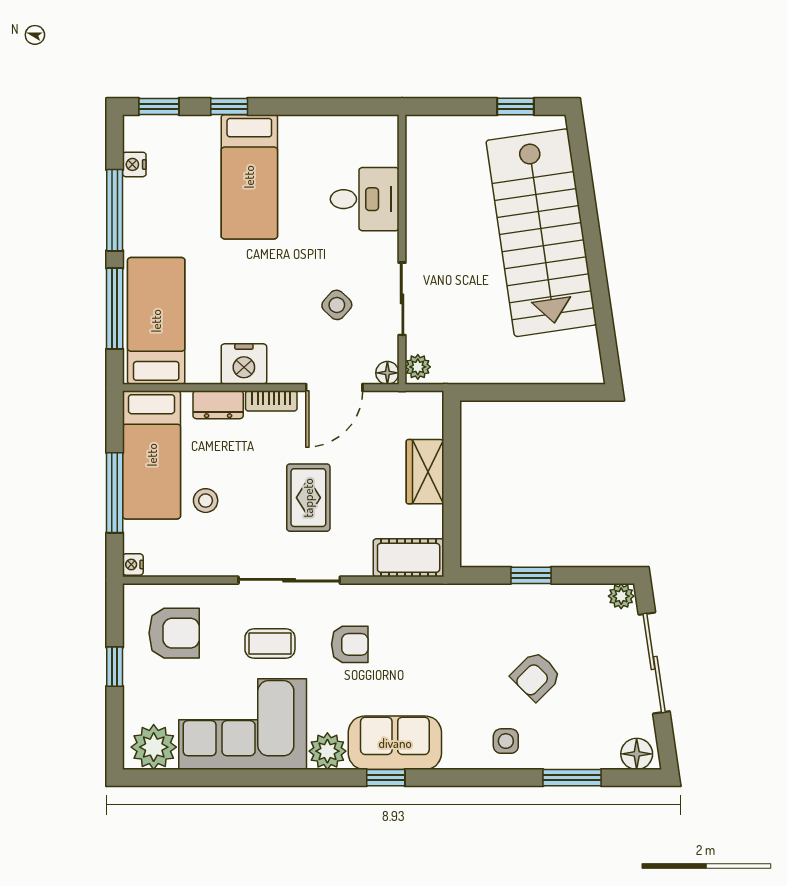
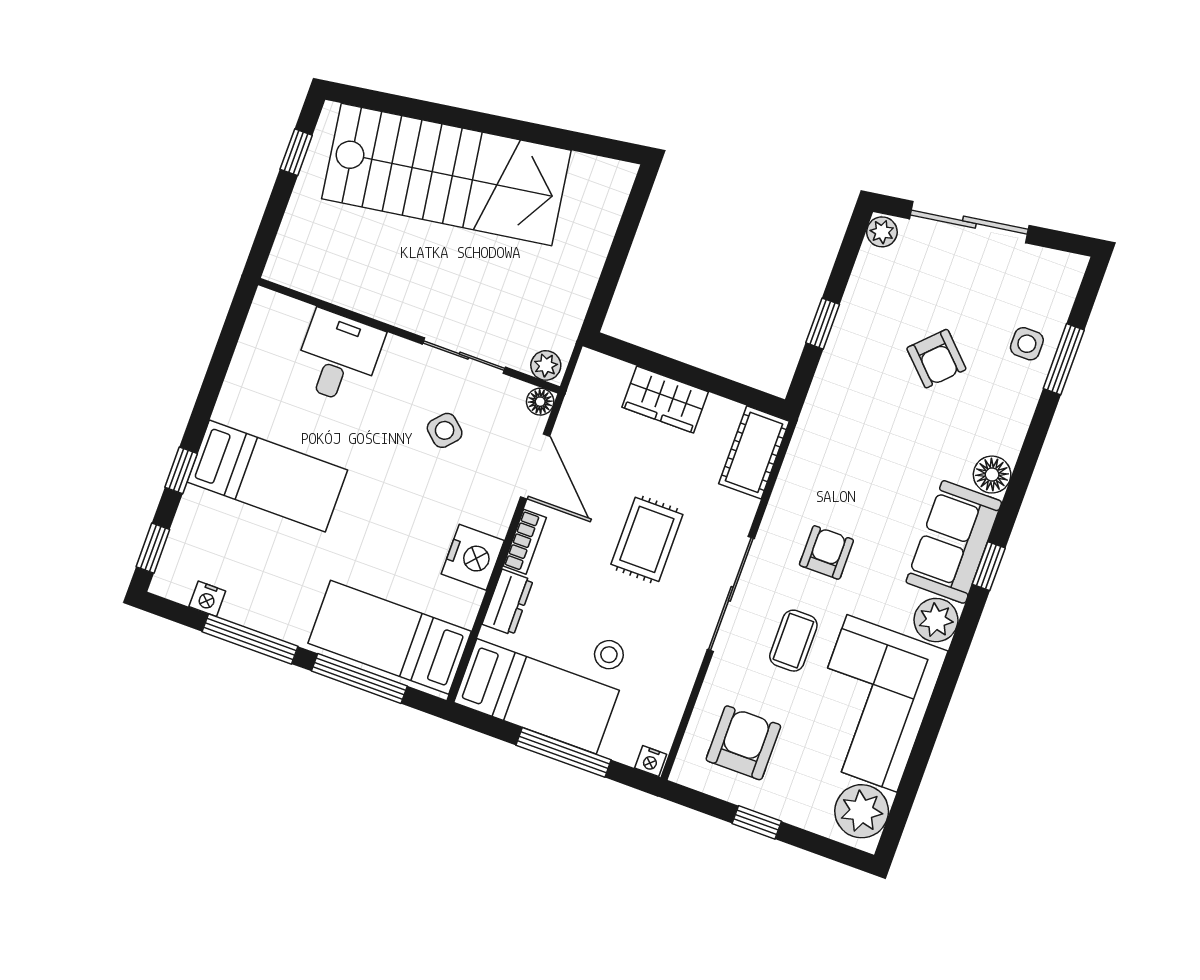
rug: (308, 498) -> (647, 539), turned 90
side table: (506, 741) -> (1027, 344), moved
floor lamp: (637, 754) -> (992, 475), moved

